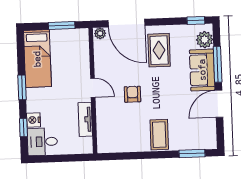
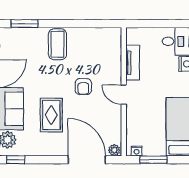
nightstand: (78, 33) -> (137, 151), added
rug: (159, 50) -> (51, 115), moved

